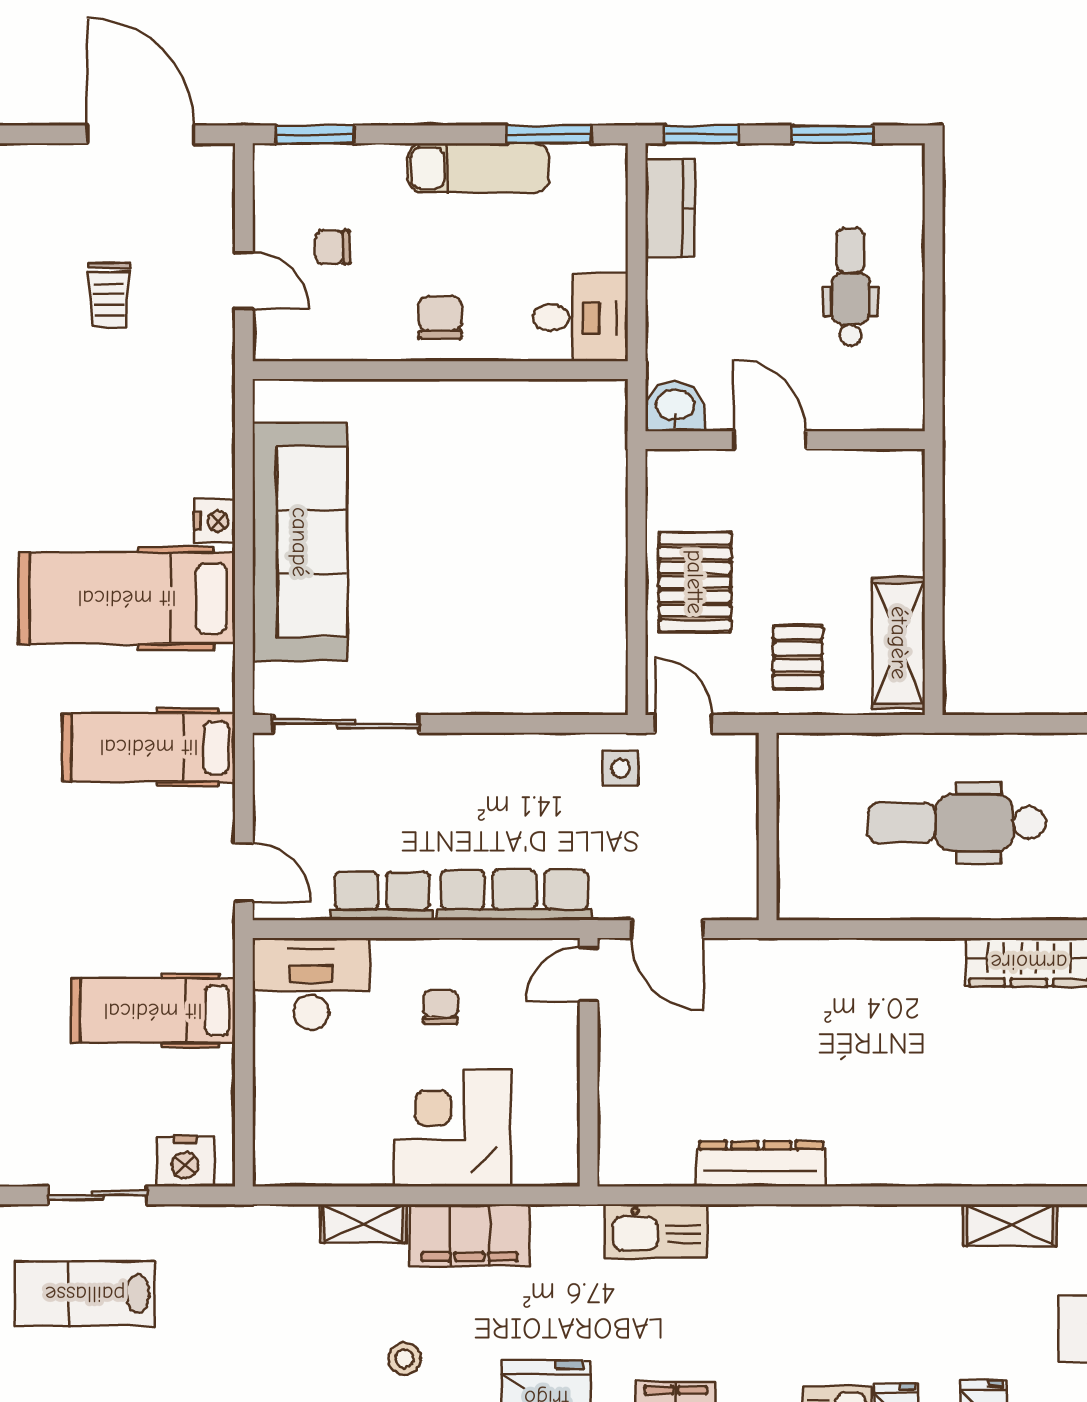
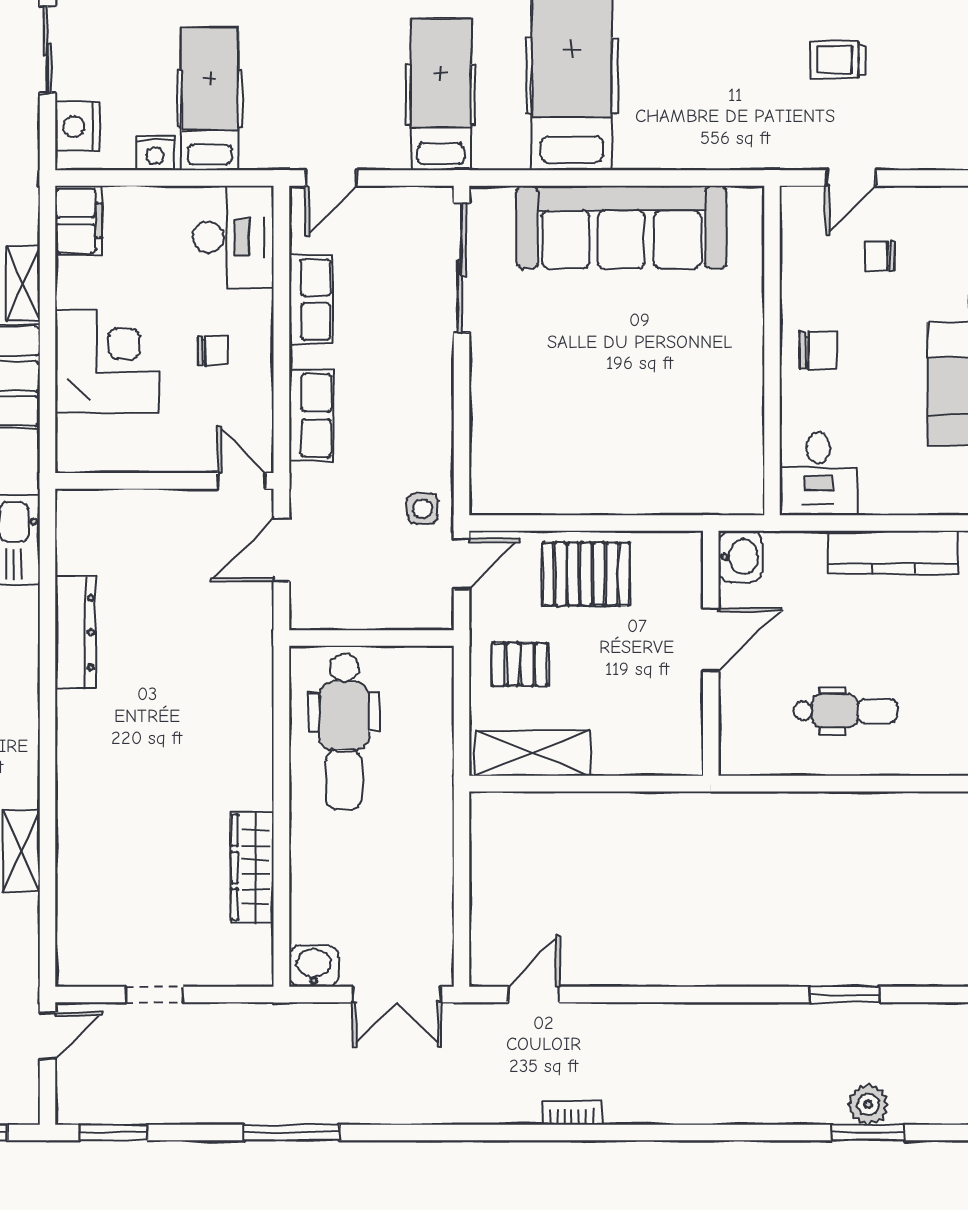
kitchen counter: (670, 208) -> (893, 552), width x1.50
chair: (333, 247) -> (880, 256), turned -90
nightstand: (215, 521) -> (155, 153), moved
dental chair: (957, 823) -> (344, 732), moved, turned 180
row of seats: (514, 895) -> (311, 416), width x0.68
filing cabinet: (292, 1160) -> (79, 221), added

